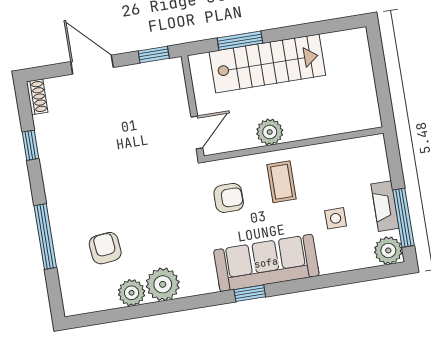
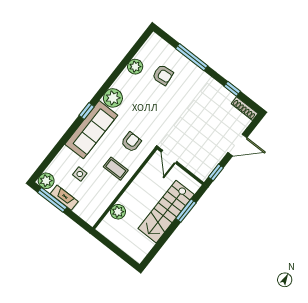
shoe rack: (37, 97) -> (245, 109), width x1.43
plant: (270, 132) -> (118, 212), moved
armchair: (229, 198) -> (131, 142), turned 180
plant: (163, 284) -> (113, 98), moved

